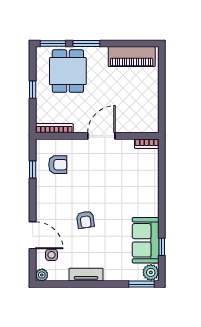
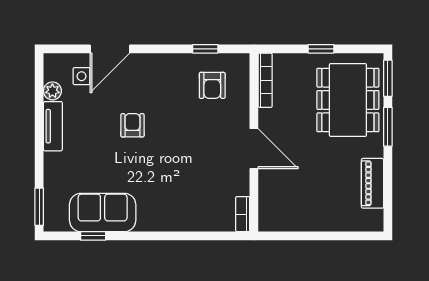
piano: (132, 57) -> (373, 183), width x0.73, depth x0.75
dining table: (68, 71) -> (348, 100), width x1.38
armchair: (85, 220) -> (132, 125), turned 98
plant: (151, 272) -> (56, 220), removed
plant: (42, 275) -> (52, 91), moved

